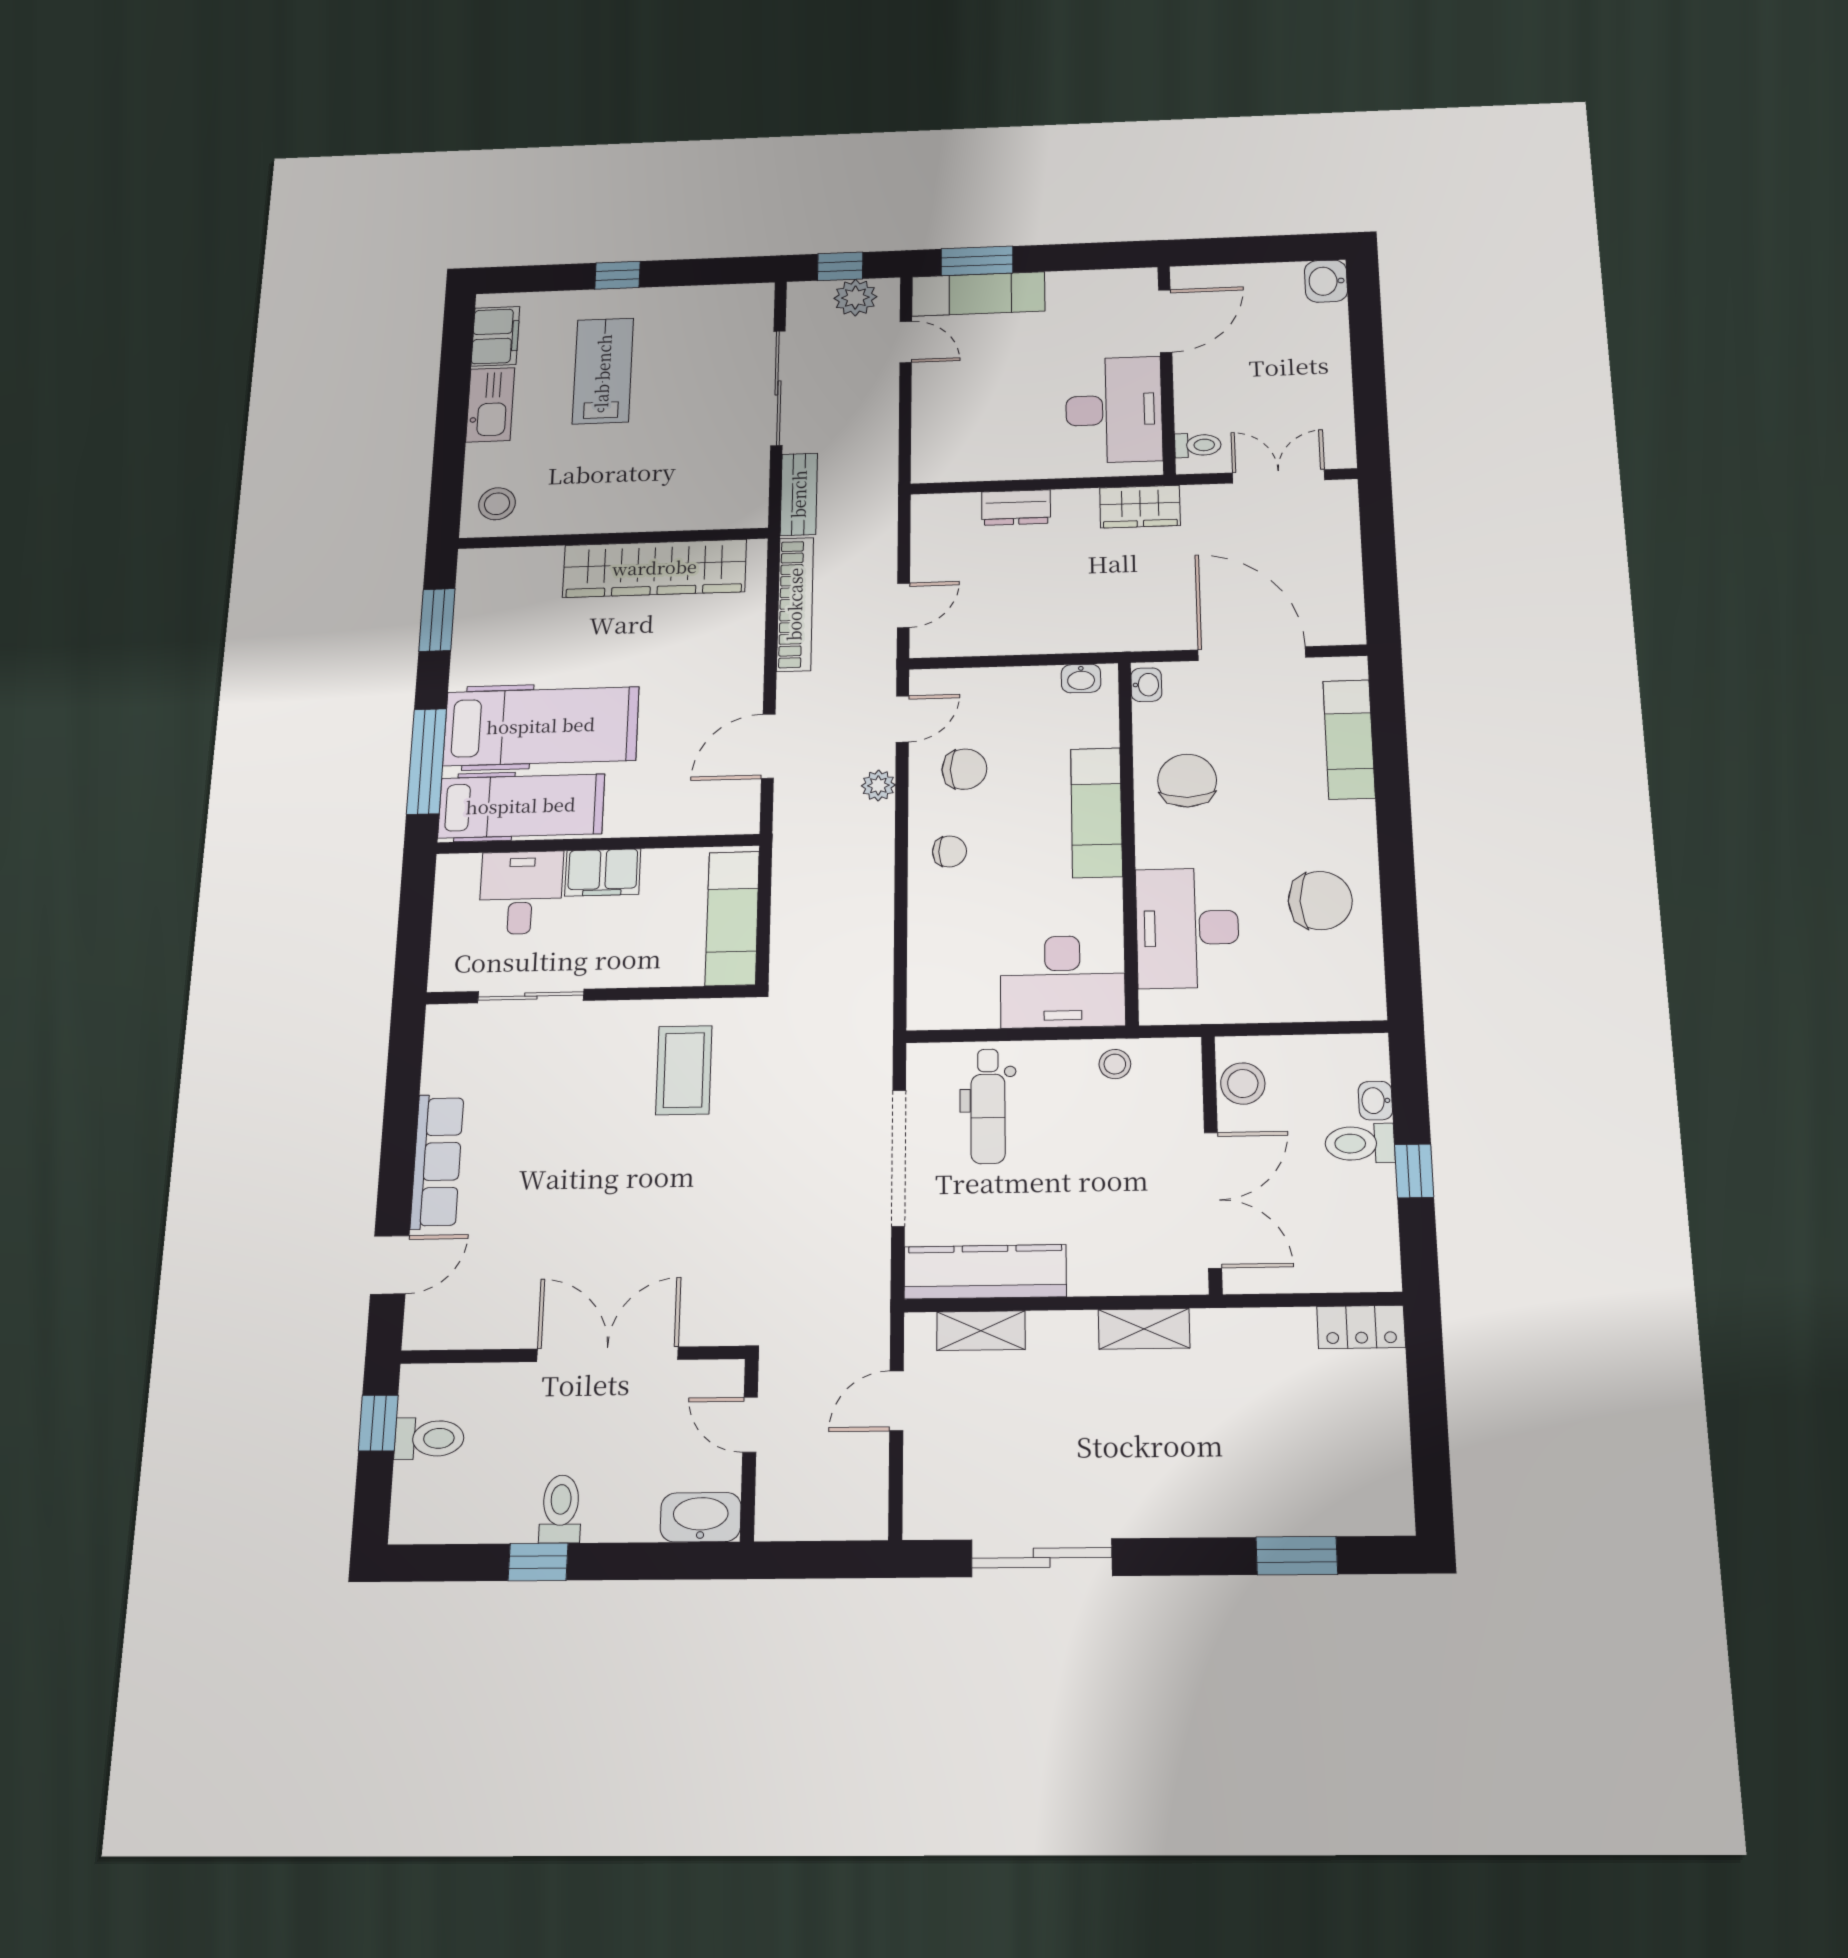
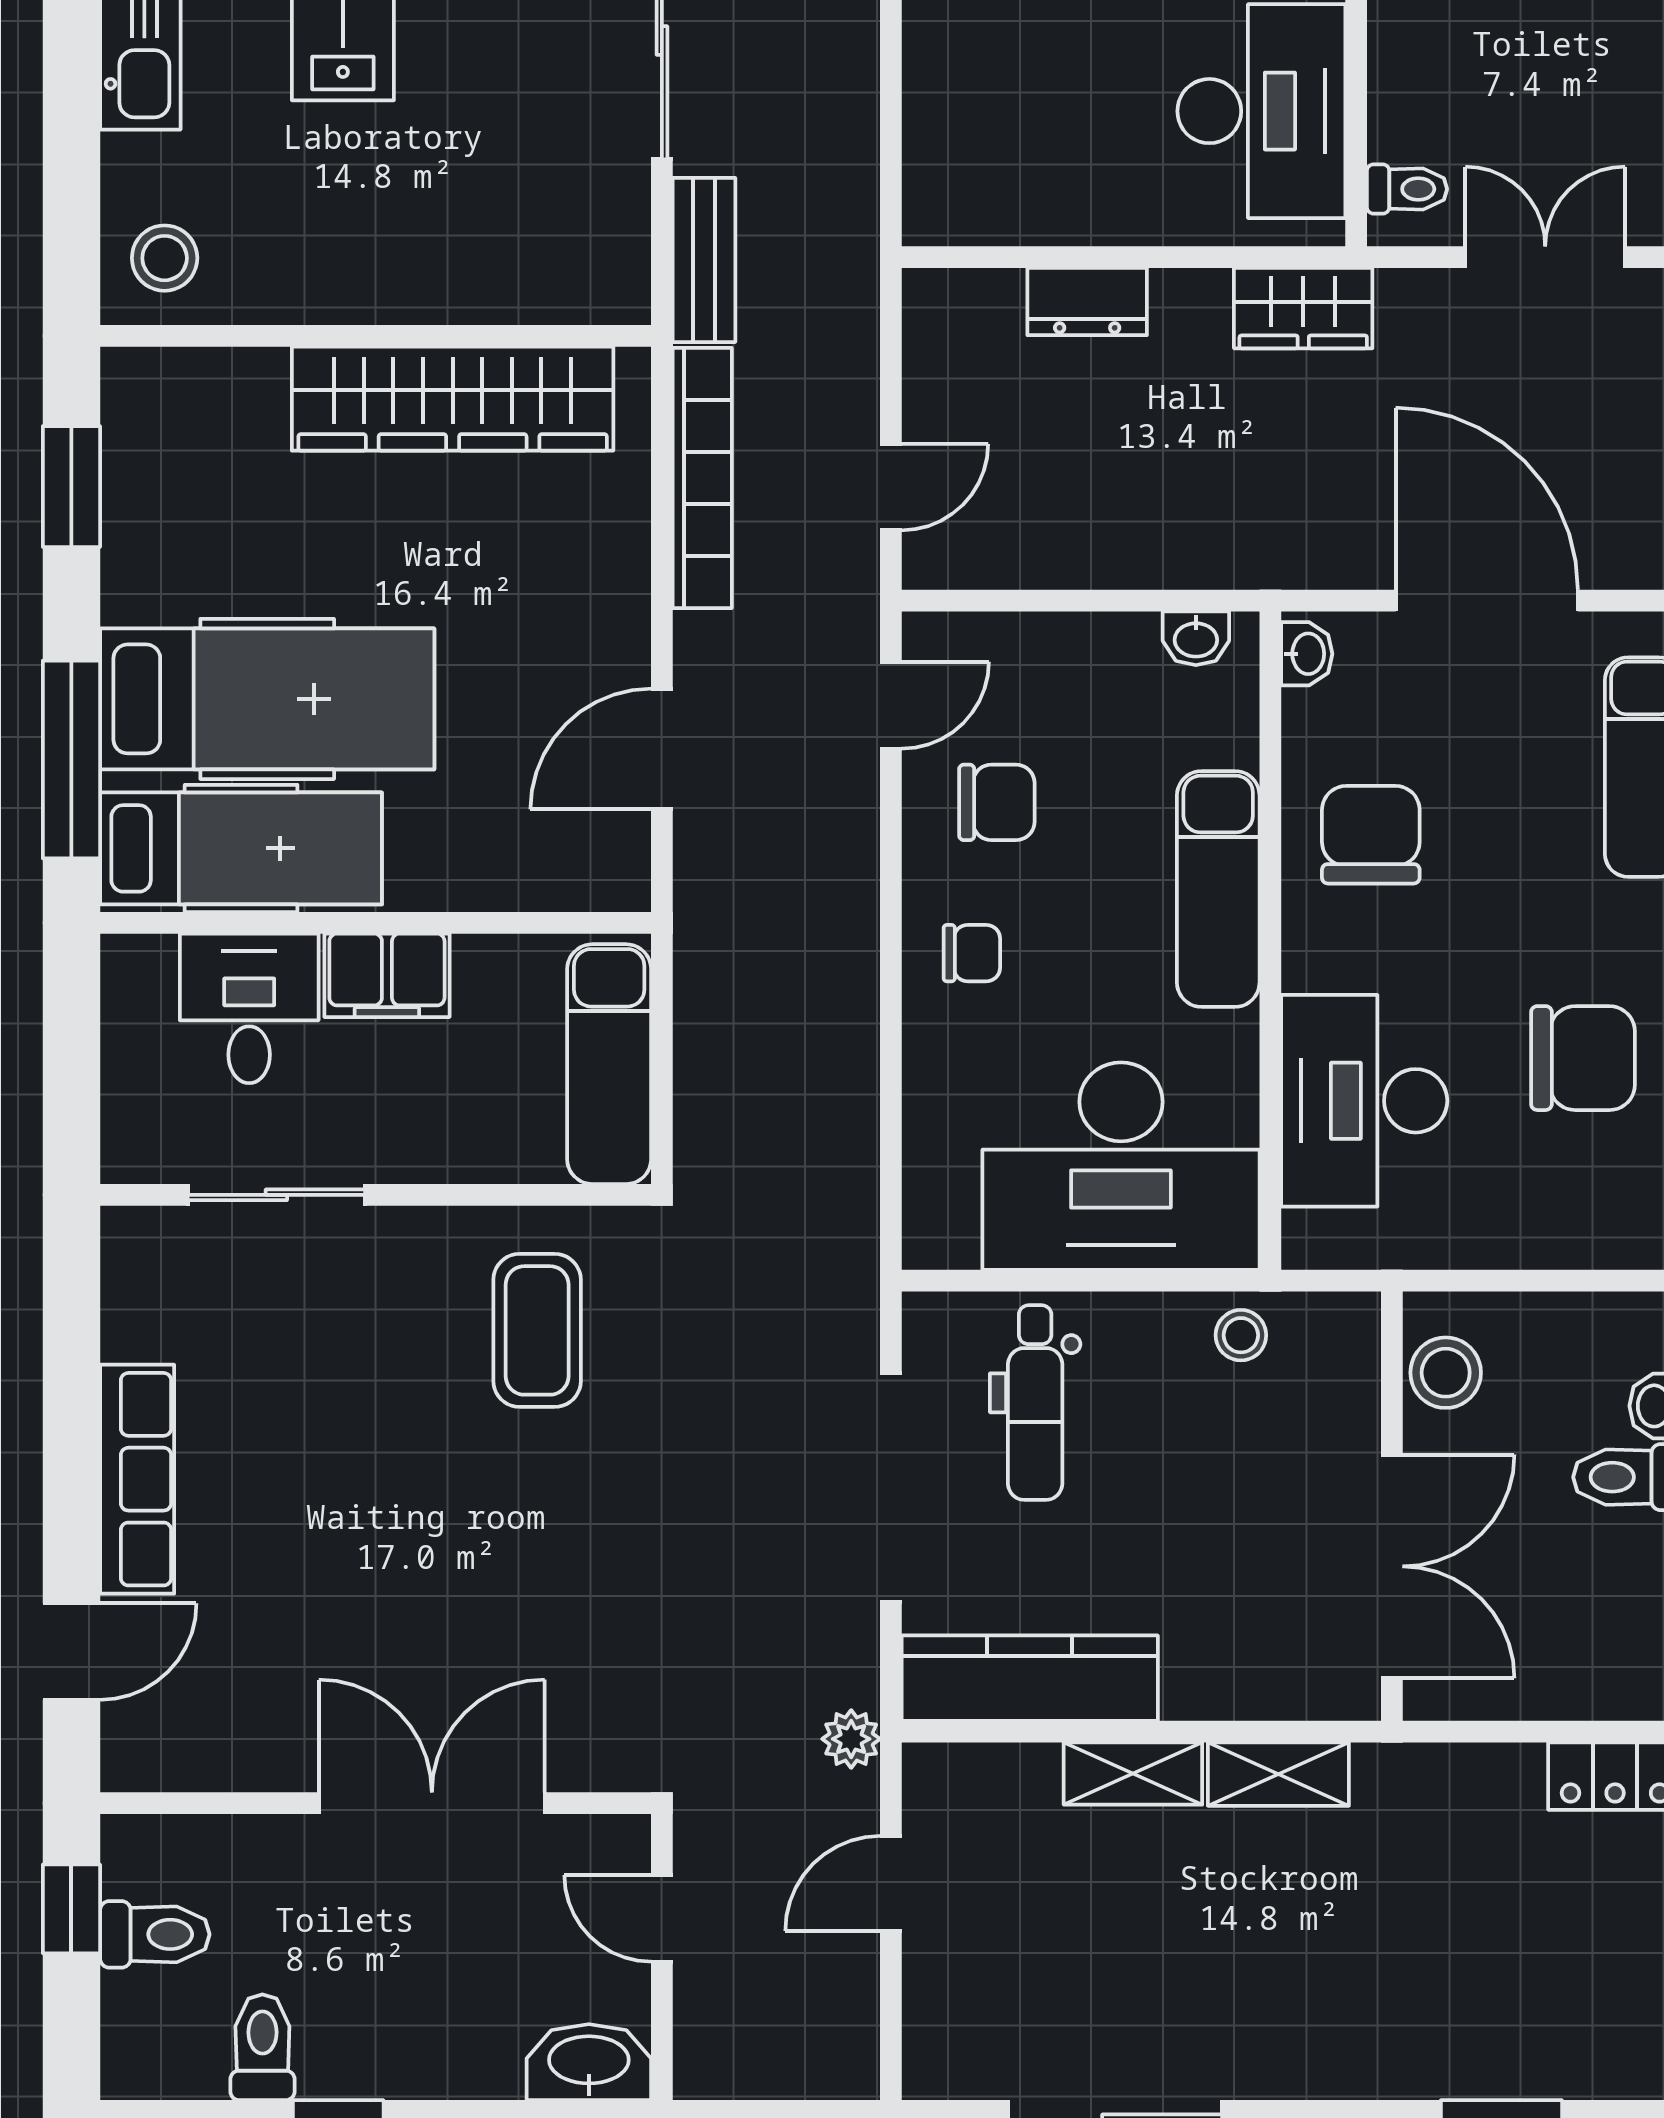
plant: (878, 785) -> (851, 1739), moved
desk: (1063, 981) -> (1121, 1166), width x1.36, depth x1.30
shelving: (981, 1331) -> (1133, 1773), moved
toilet: (561, 1509) -> (262, 2047), moved

